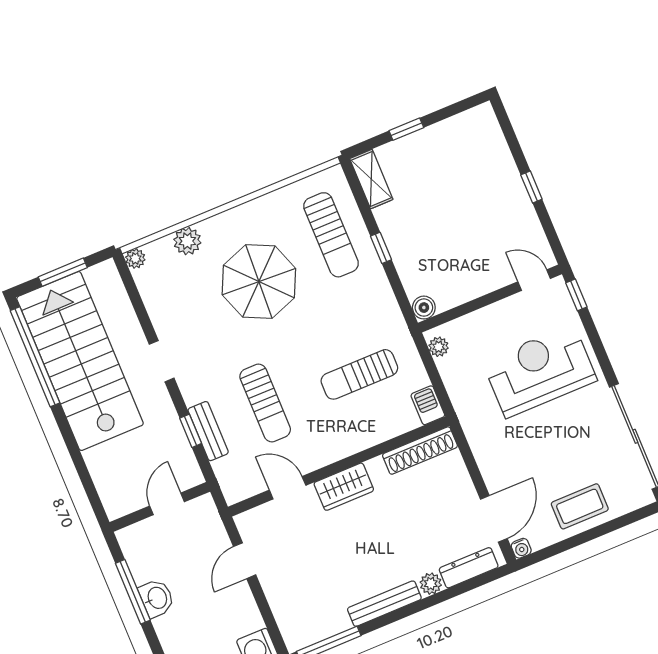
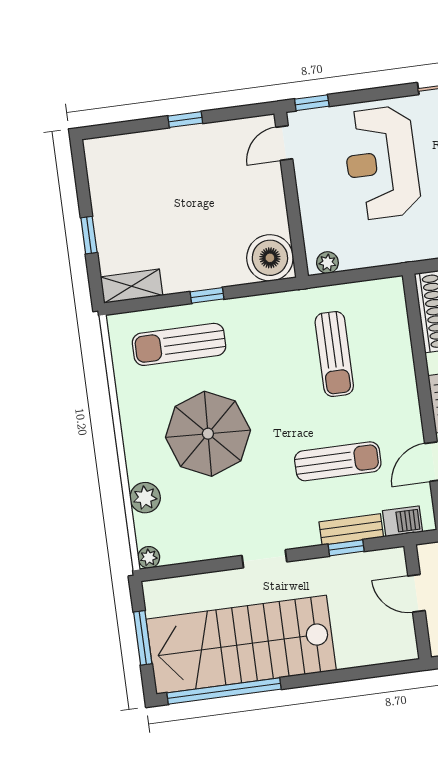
sun lounger: (331, 235) -> (179, 344), turned 180
boiler: (424, 308) -> (270, 258), width x1.86, depth x1.86
barbecue: (428, 405) -> (402, 521), moved, turned 180

